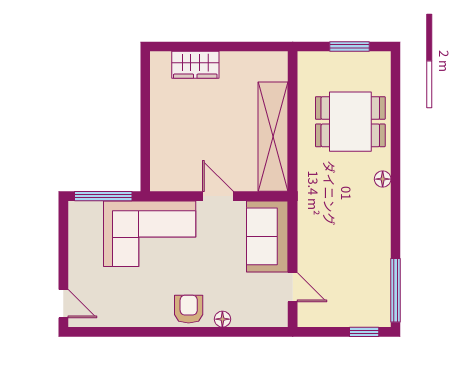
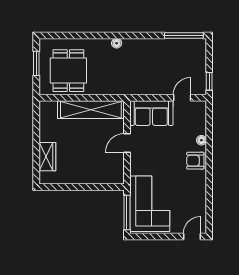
dining table: (350, 122) -> (68, 71), moved
corner sofa: (150, 234) -> (150, 204), moved
window: (364, 332) -> (209, 81), moved

